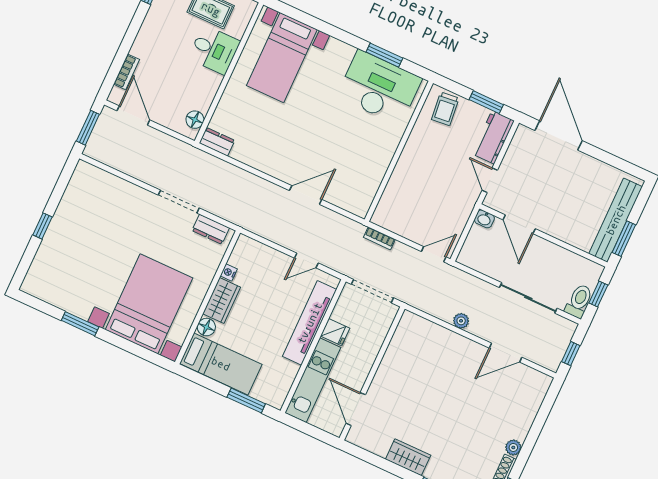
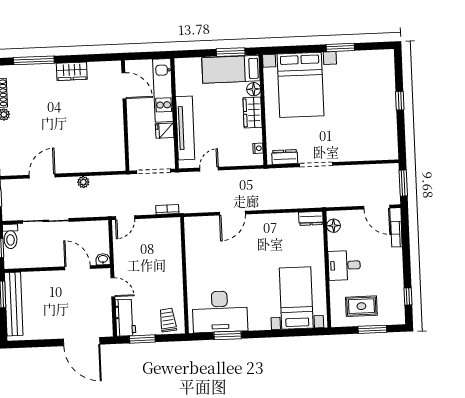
desk: (214, 50) -> (344, 265), moved
nightstand: (229, 272) -> (258, 148), moved
window: (246, 400) -> (231, 52), moved

